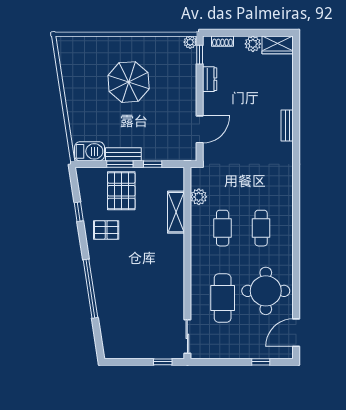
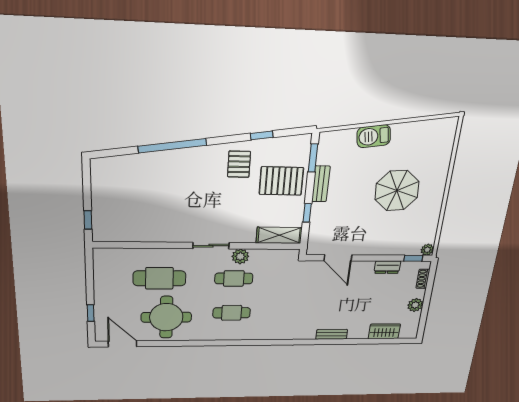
wardrobe: (278, 45) -> (384, 331), moved, turned 90
barbecue: (89, 151) -> (374, 136), moved, turned 81
window: (120, 164) -> (313, 158), moved
plant: (199, 197) -> (240, 256), moved
shelving: (176, 212) -> (279, 235), moved
sliding door: (187, 336) -> (211, 246), moved

